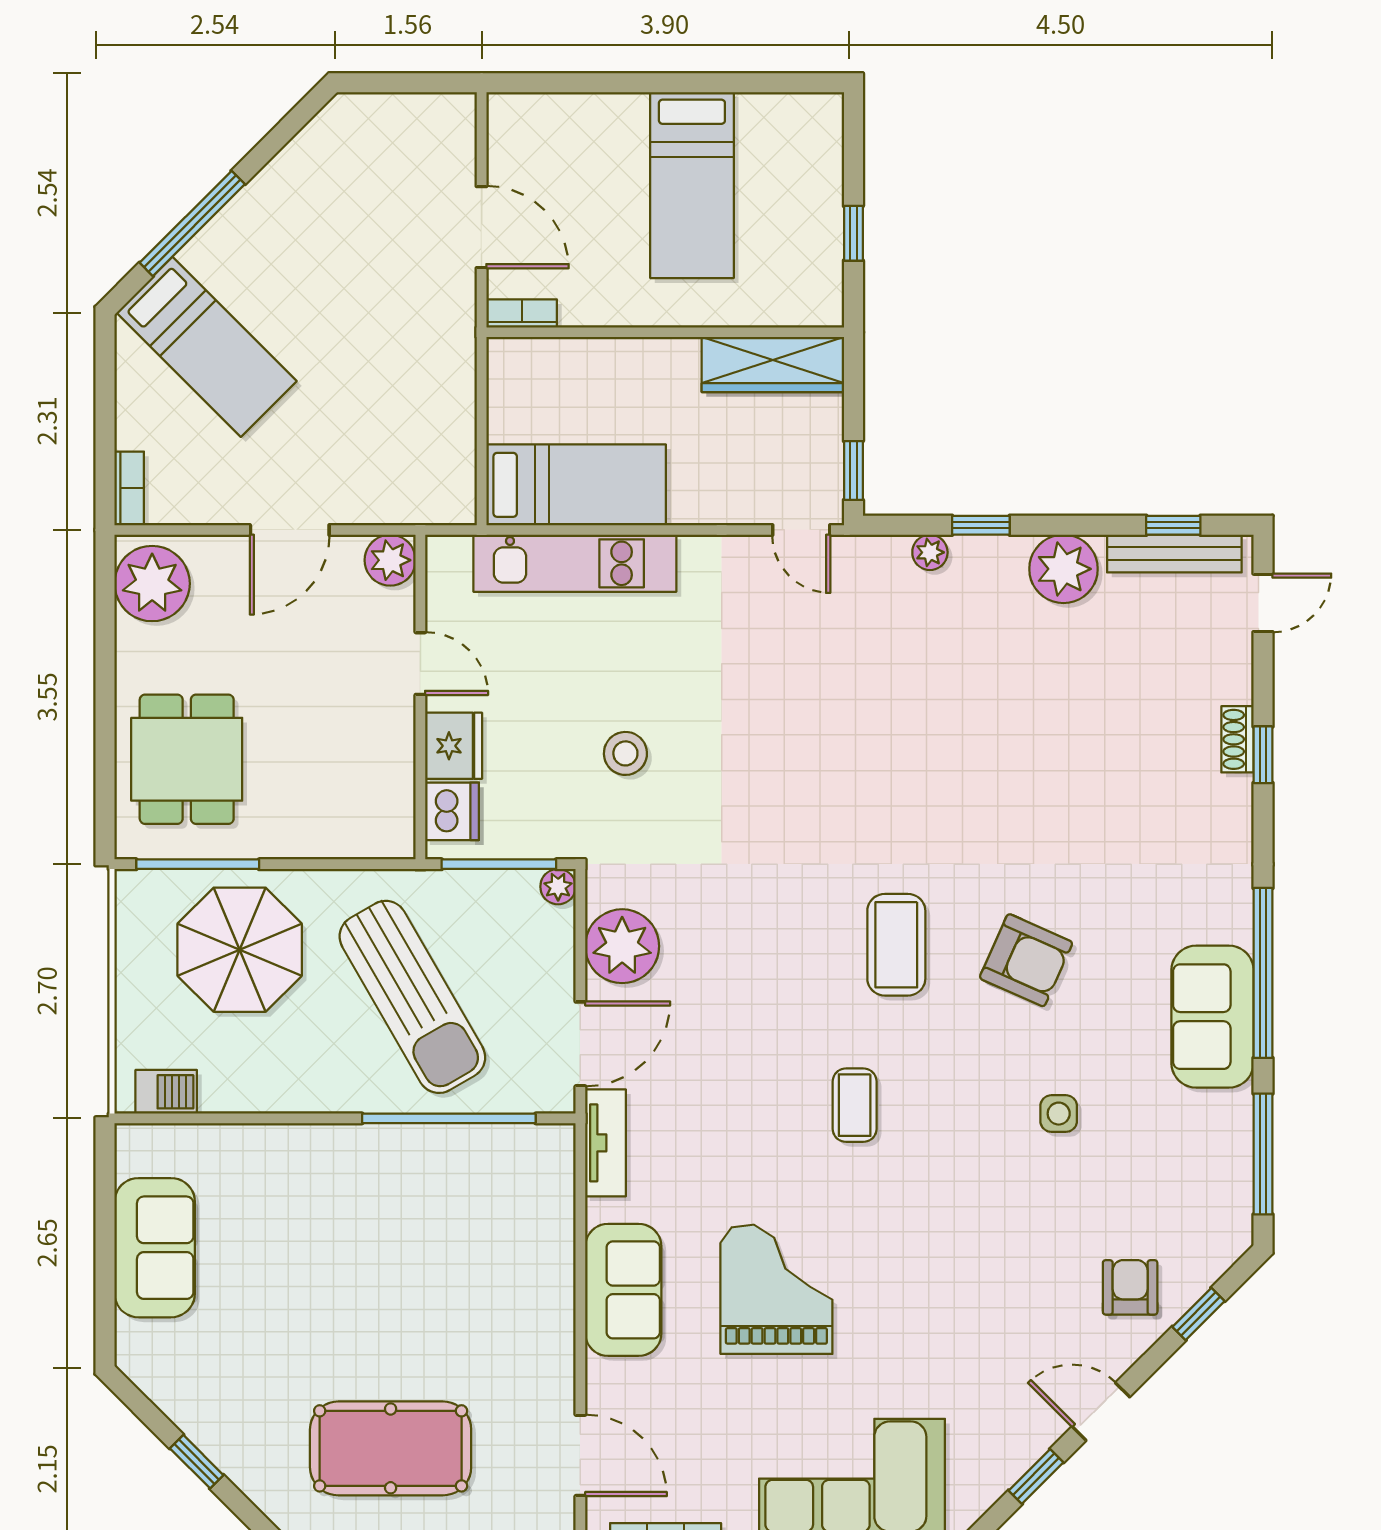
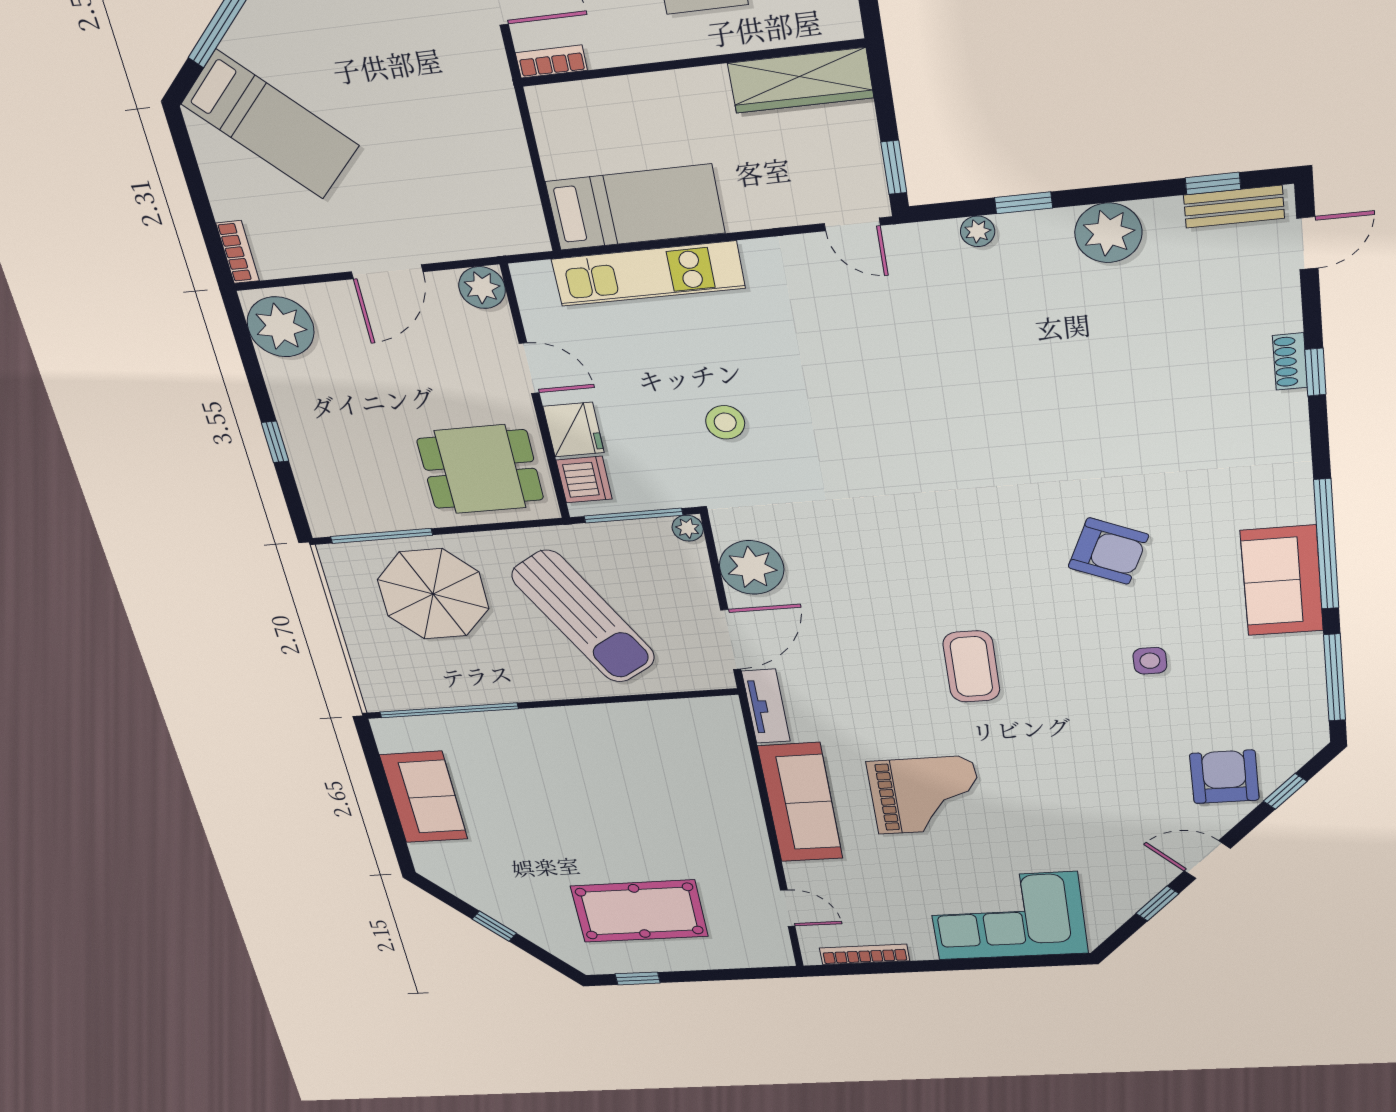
bench: (1174, 554) -> (1234, 207), width x0.73
window: (105, 728) -> (275, 442), added
dining table: (187, 759) -> (480, 469), moved, turned 90
coffee table: (896, 945) -> (991, 548), removed
barbecue: (166, 1092) -> (403, 695), removed
coffee table: (855, 1105) -> (971, 667), width x1.36, depth x1.30
window: (449, 1118) -> (449, 710), moved
armchair: (1130, 1287) -> (1224, 777), width x1.38, depth x1.38
grand piano: (776, 1289) -> (926, 795), turned 90
sofa: (623, 1290) -> (800, 803), width x1.36
door: (580, 1455) -> (788, 908), width x0.73

